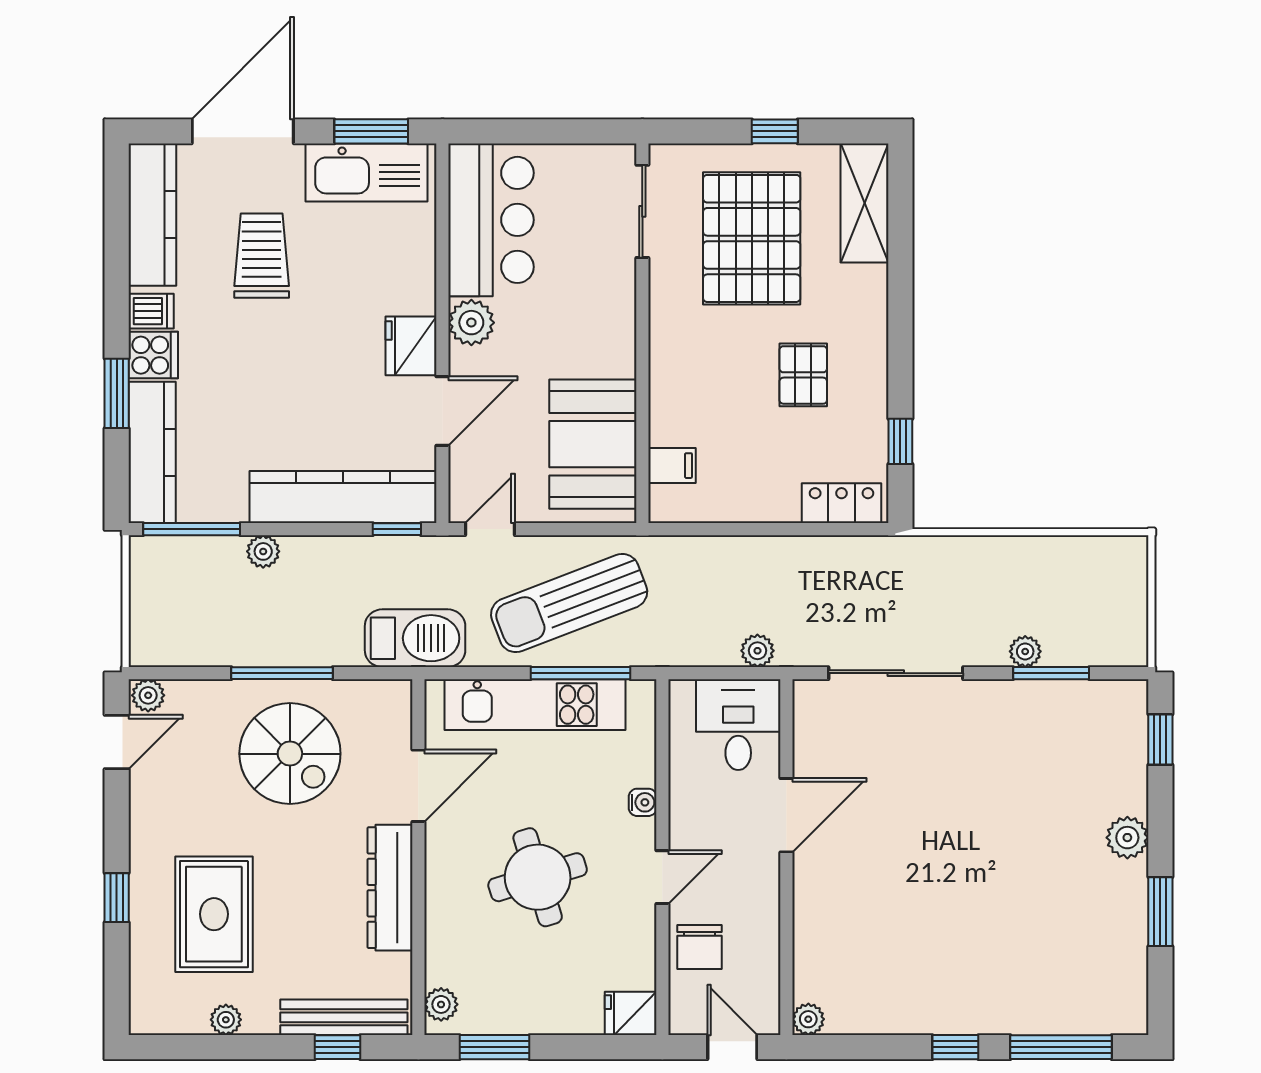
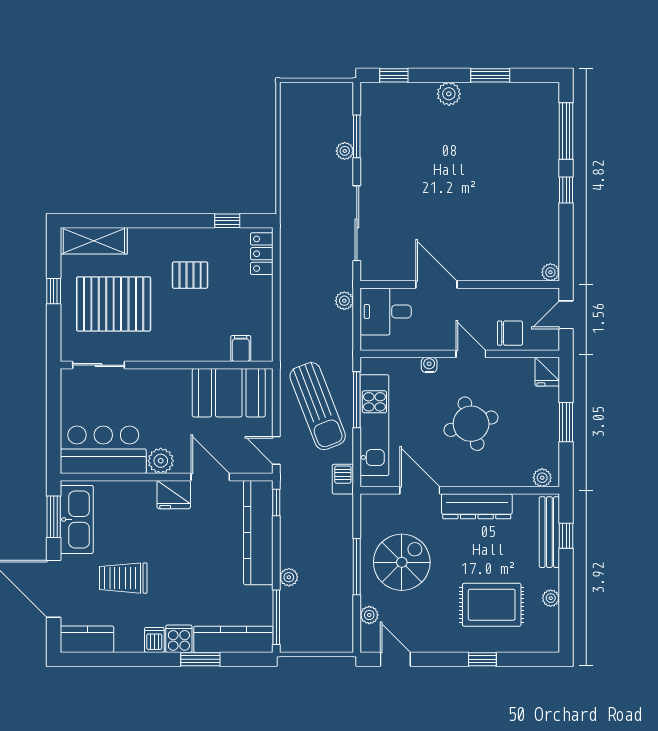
kitchen counter: (152, 215) -> (87, 639), width x0.67
barbecue: (415, 638) -> (343, 479), width x0.53, depth x0.65
plant: (148, 695) -> (369, 615), moved
window: (494, 1047) -> (566, 422), moved

